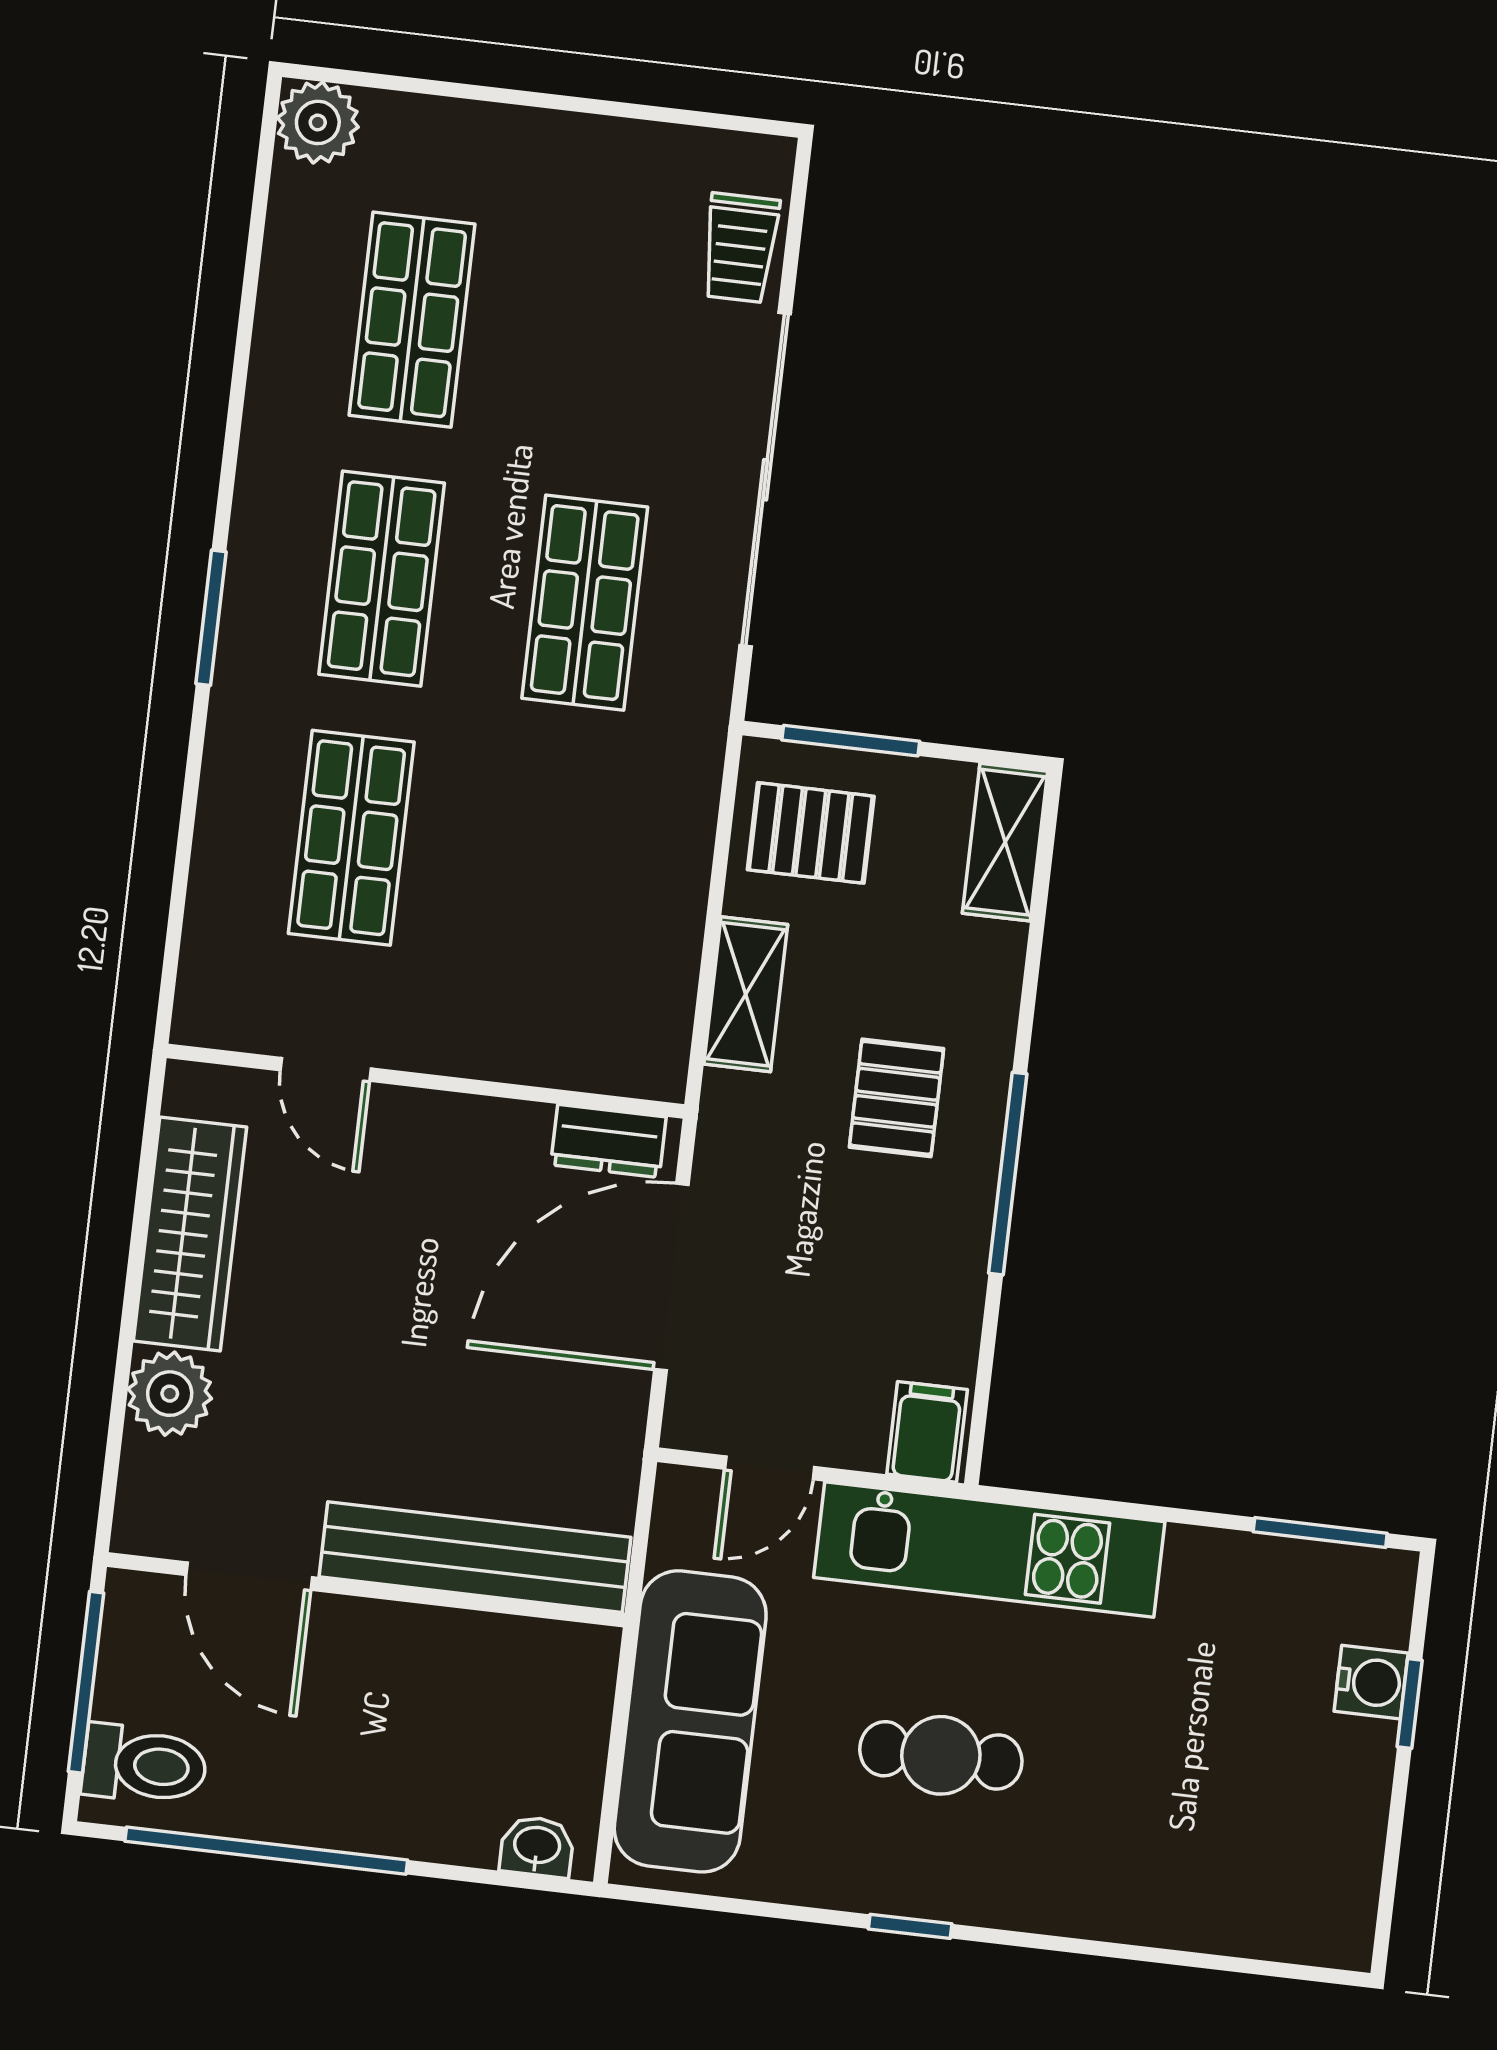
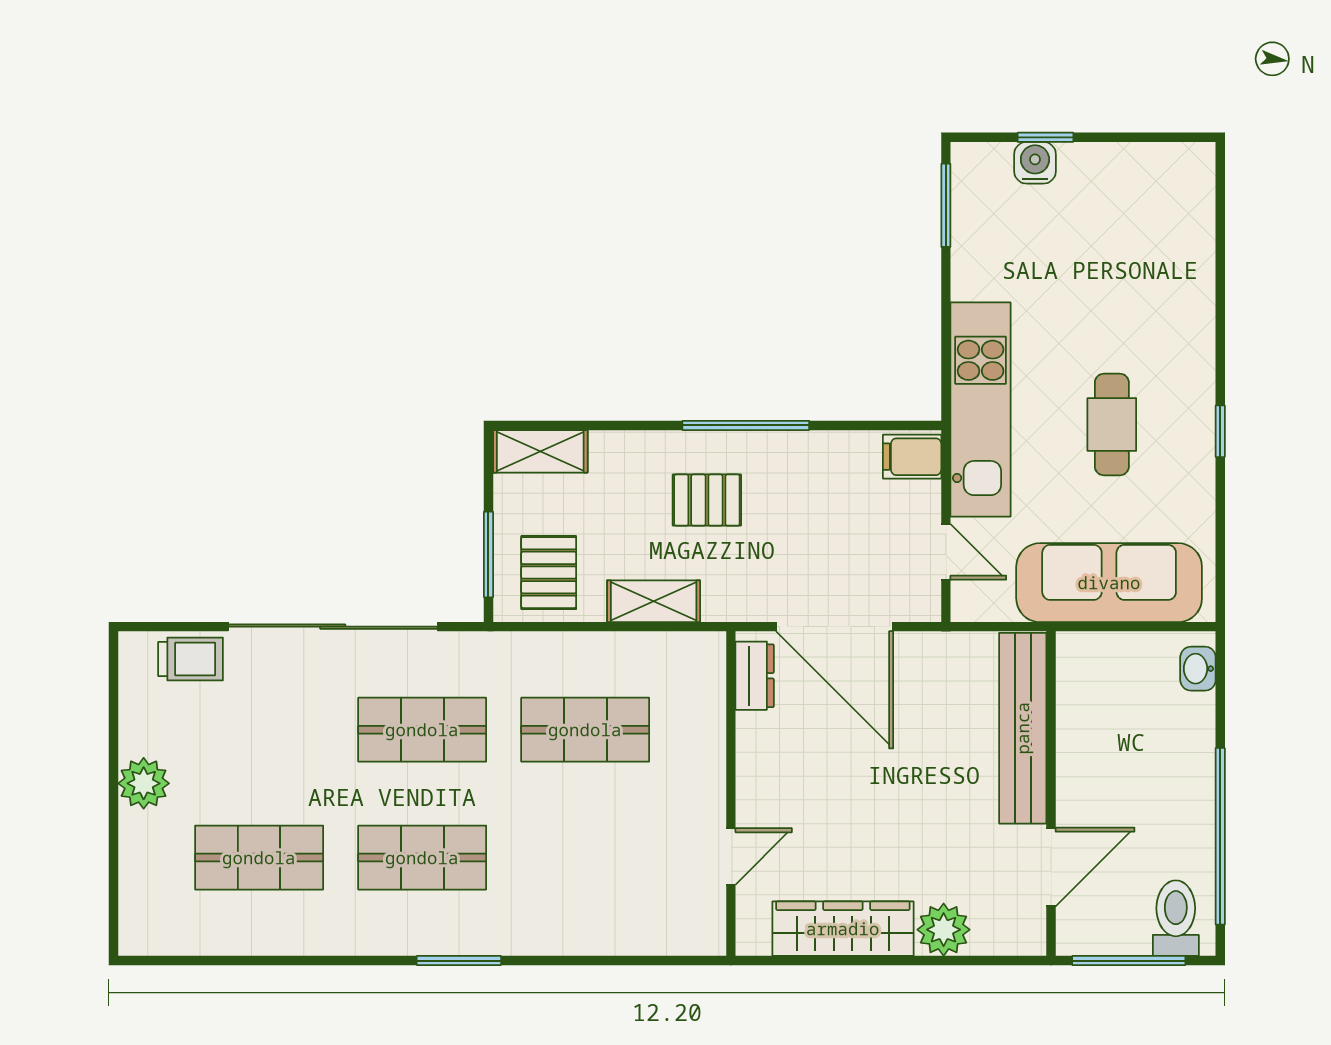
plant: (318, 122) -> (144, 783), moved
shop shelf: (351, 838) -> (585, 730), moved

